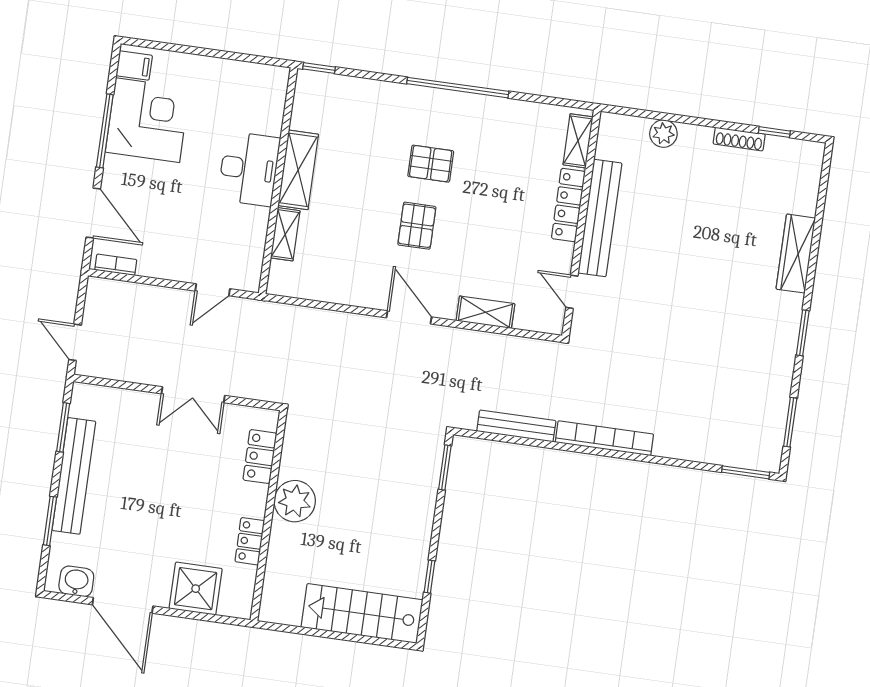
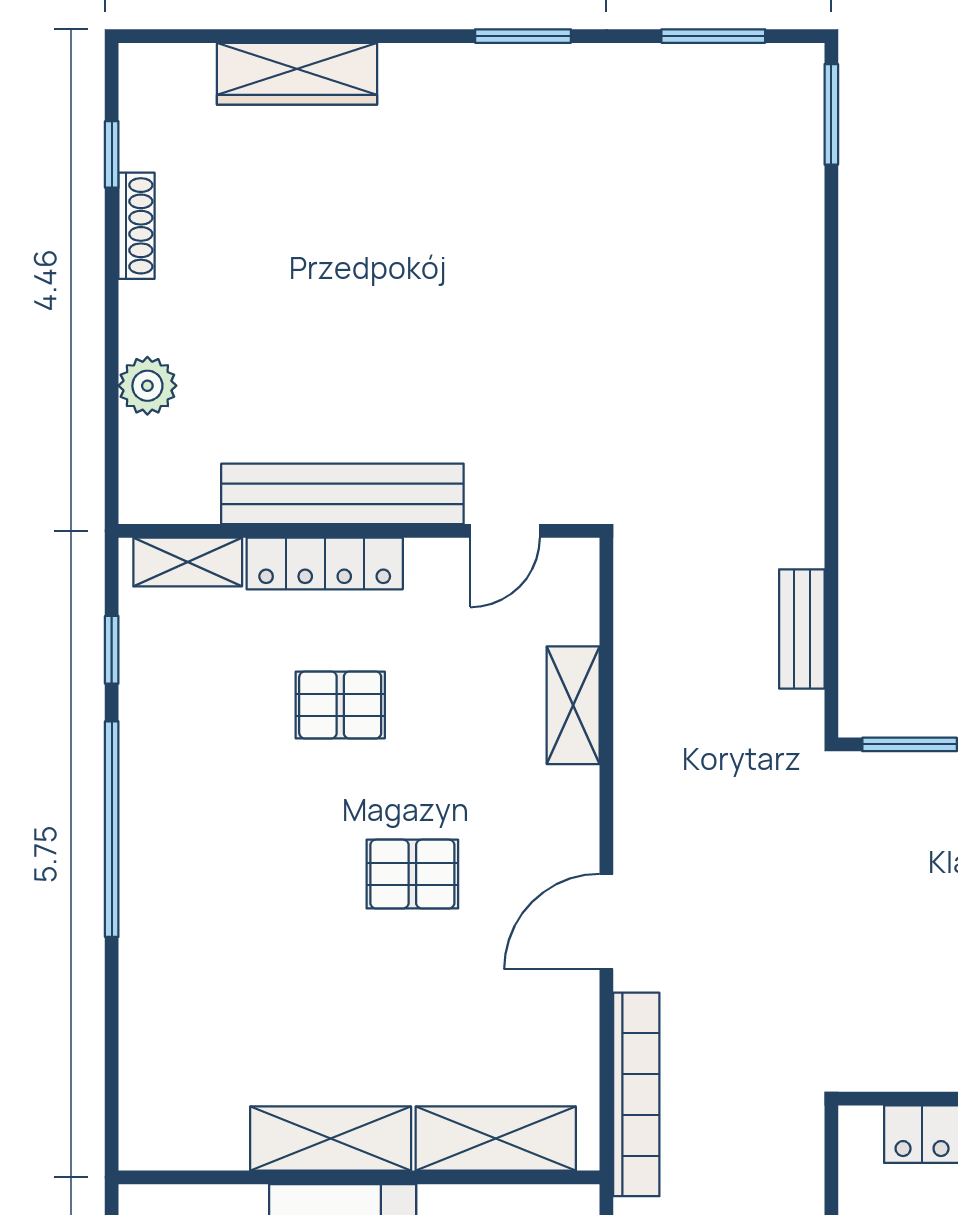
window: (319, 68) -> (112, 650), moved
pallet: (431, 164) -> (340, 705), moved, turned 90
shelving: (285, 234) -> (496, 1139), width x1.50, depth x1.33
wardrobe: (796, 254) -> (297, 74), moved
door: (409, 317) -> (606, 922), moved
bench: (516, 426) -> (802, 629), width x0.73
bookcase: (604, 438) -> (636, 1094), moved, turned 180

